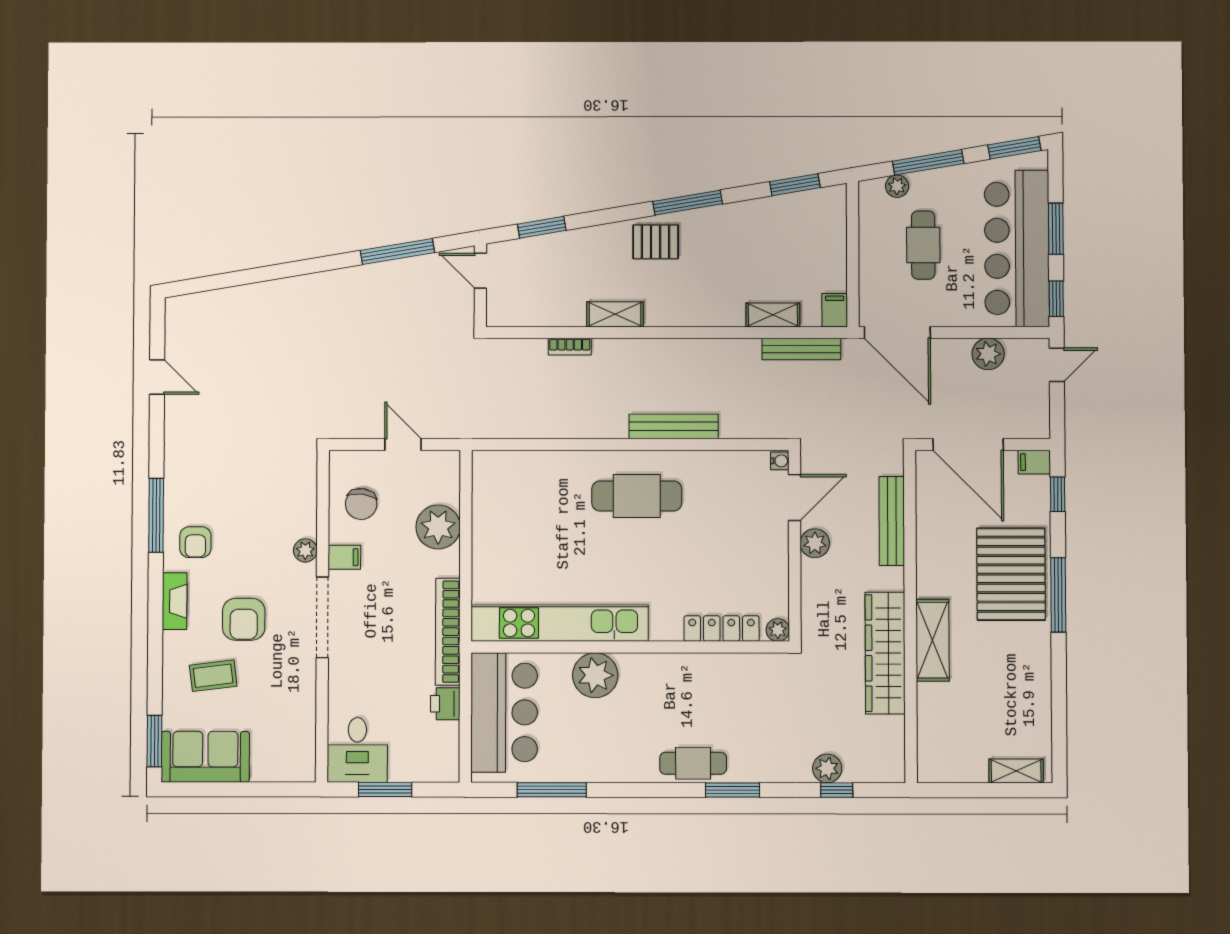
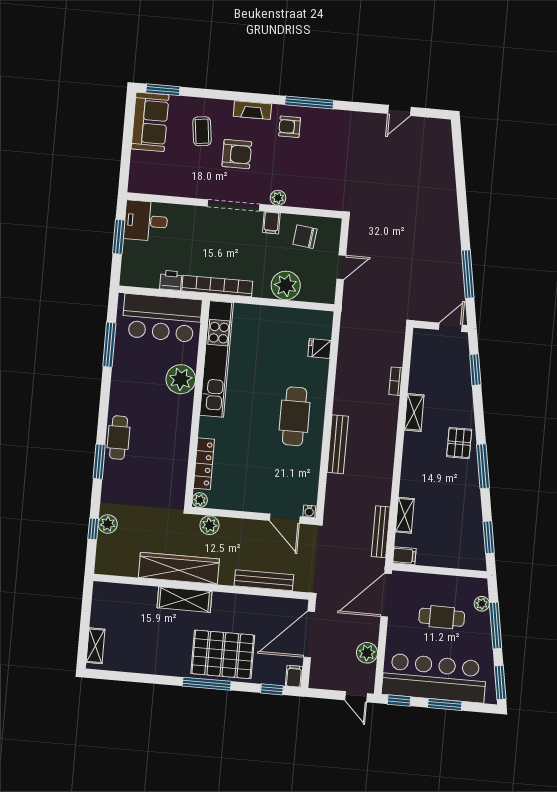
fridge: (530, 467) -> (320, 348), added
plant: (815, 543) -> (209, 525), moved
armchair: (244, 619) -> (237, 154), turned 180

